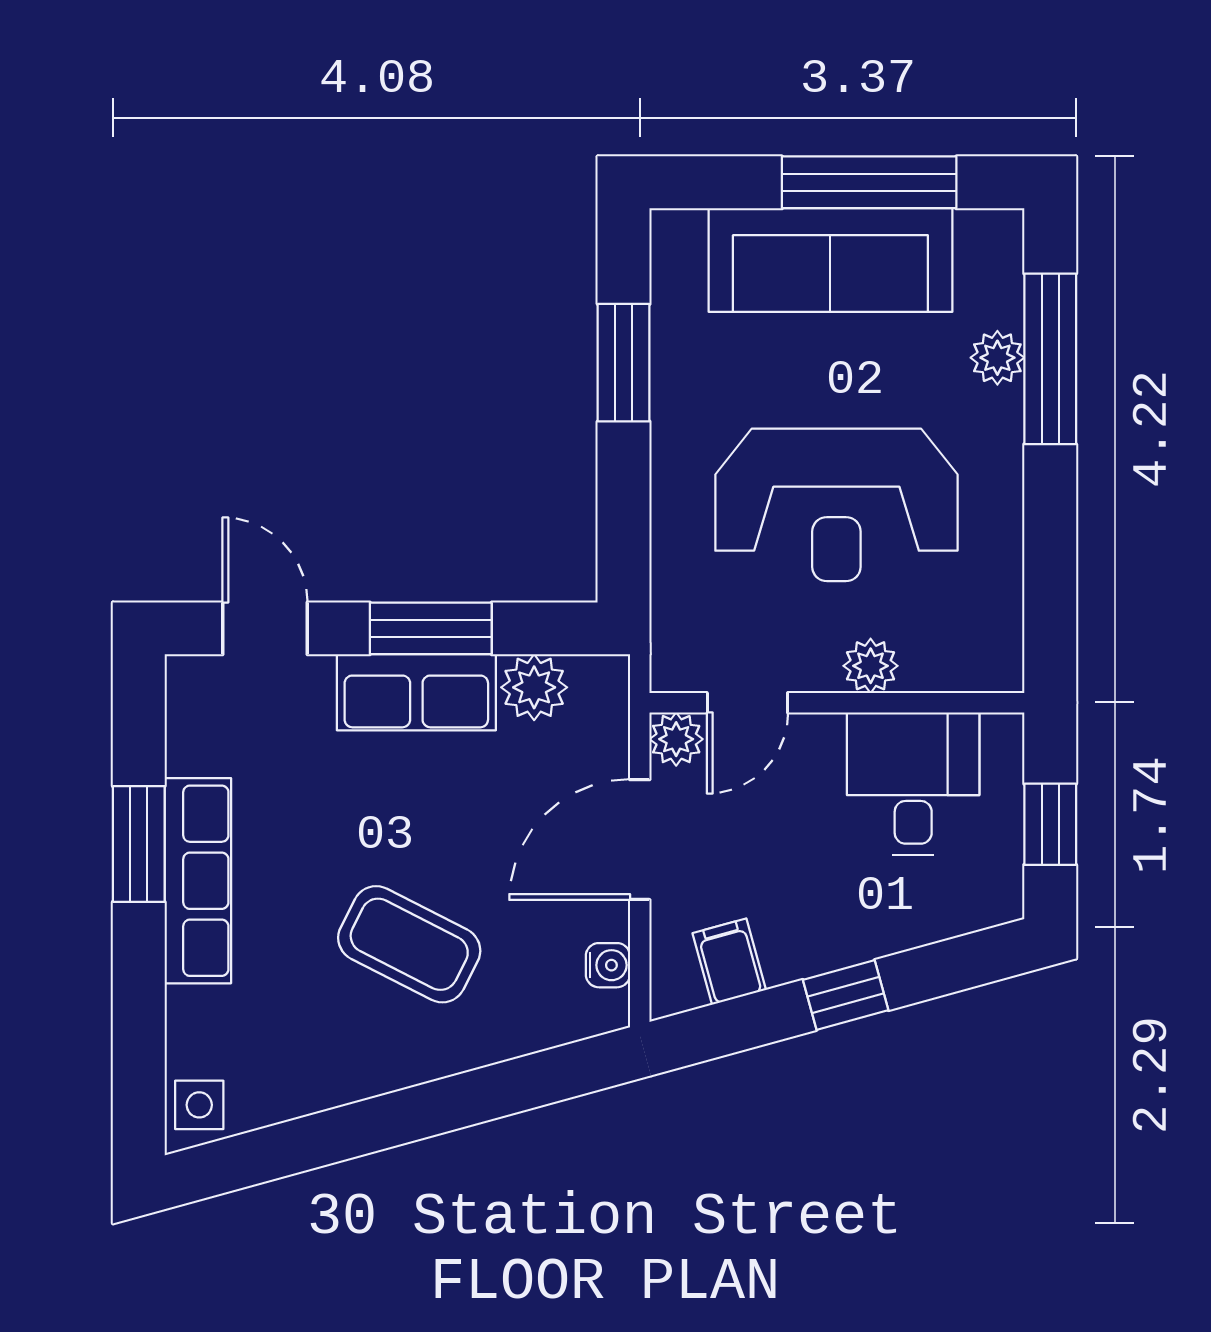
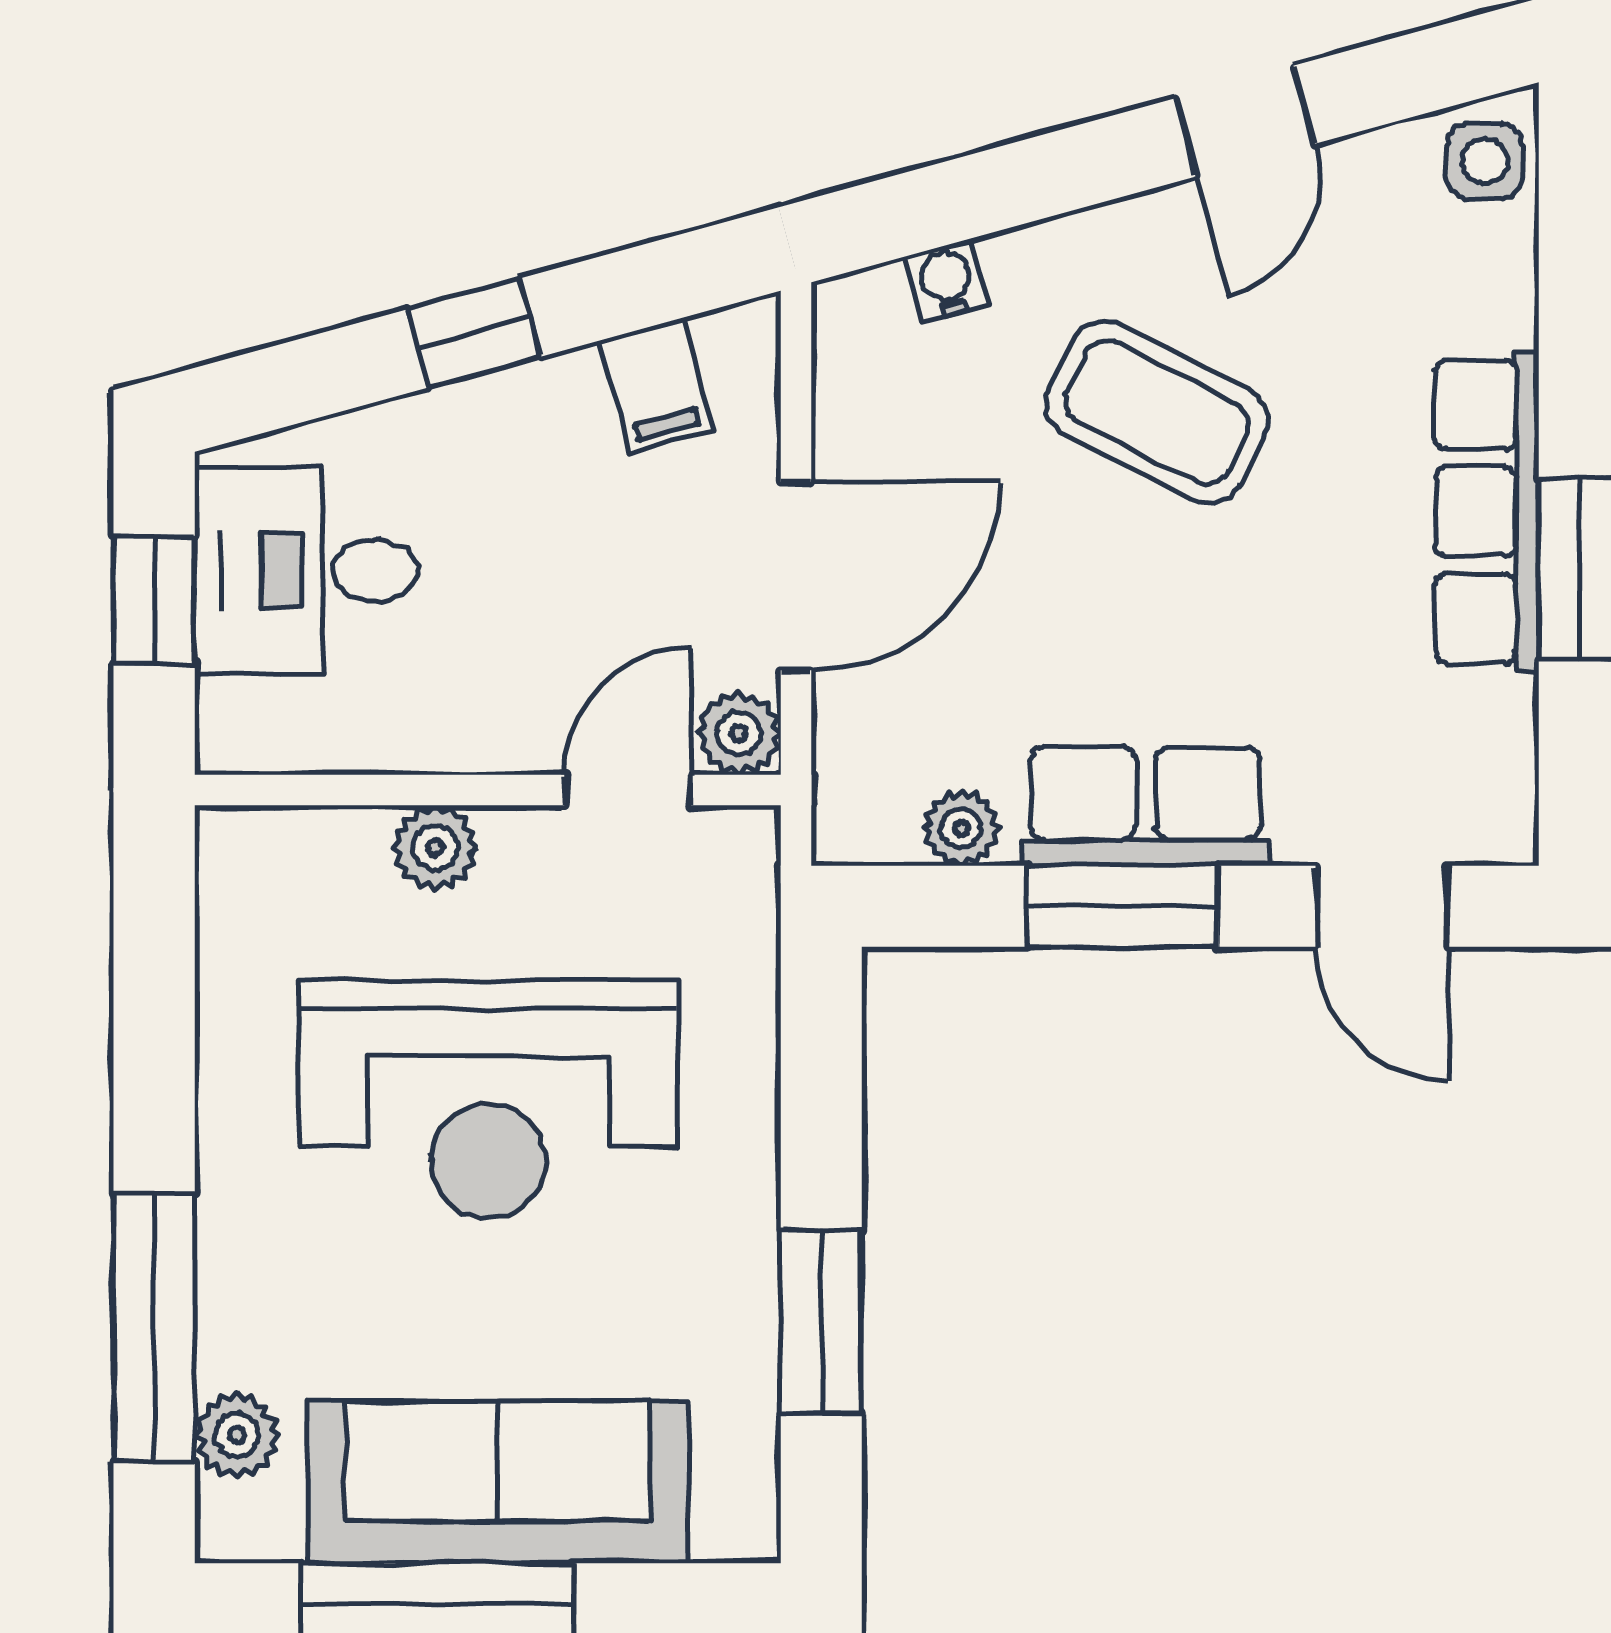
plant: (997, 358) -> (237, 1435), moved
reception desk: (836, 505) -> (488, 1099), turned 180
plant: (534, 687) -> (961, 828), width x0.73, depth x0.73
desk: (913, 784) -> (306, 571), moved, turned 90
water cooler: (608, 965) -> (947, 281), moved, turned 75
door: (353, 1130) -> (1245, 121), added

